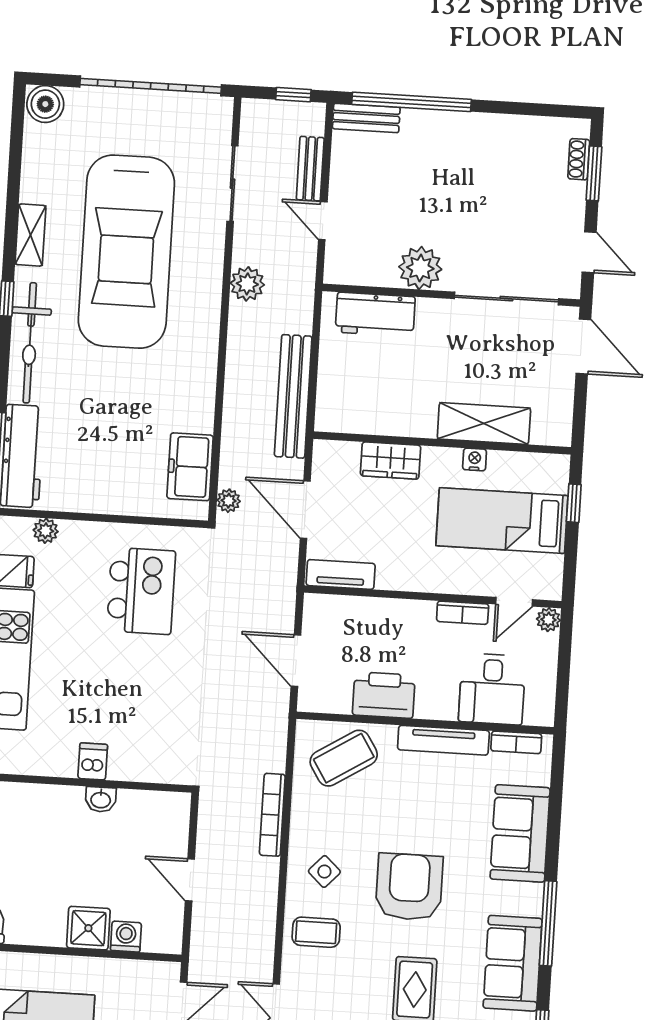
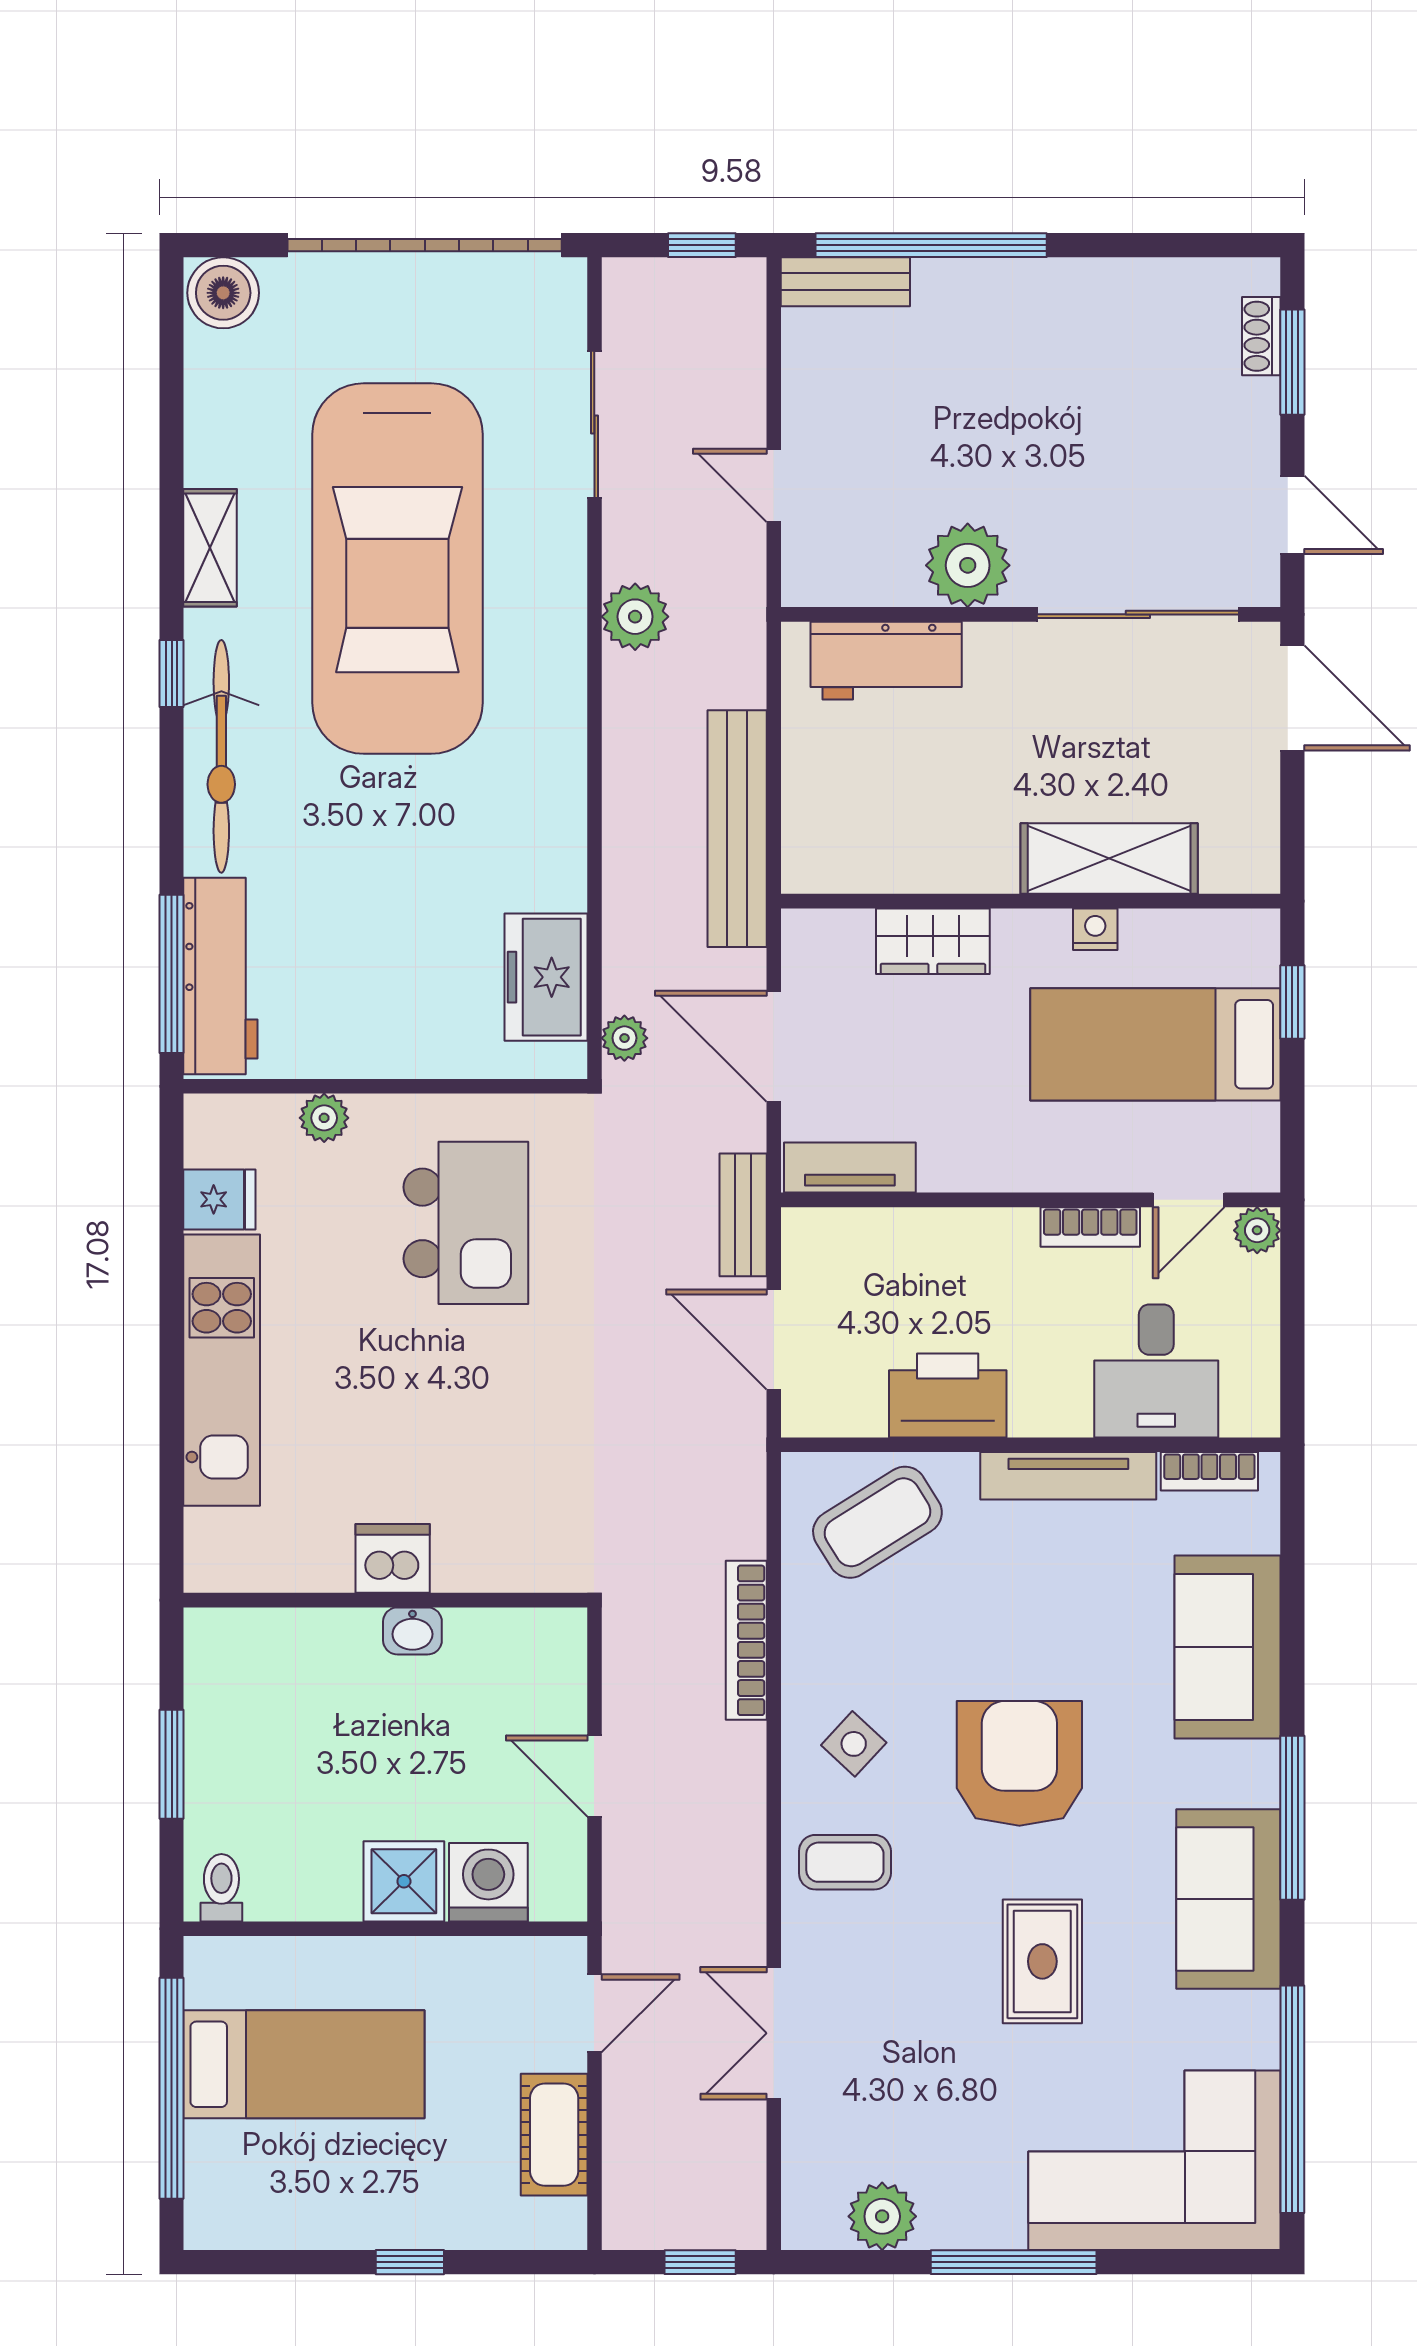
bench: (310, 169) -> (743, 1215), moved
plant: (46, 531) -> (324, 1118), moved
dishwasher: (93, 761) -> (393, 1558), width x1.38
washing machine: (126, 937) -> (488, 1882), width x1.38, depth x1.38

